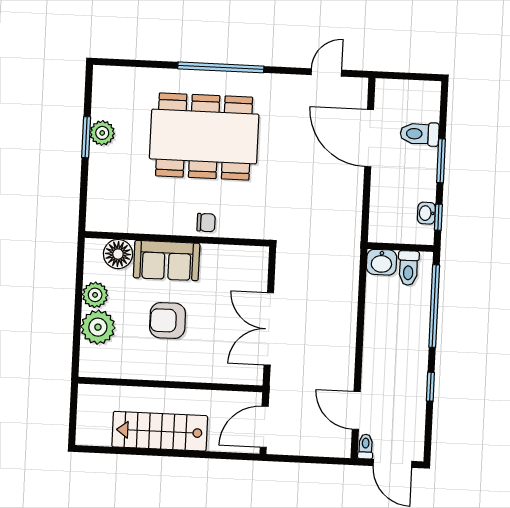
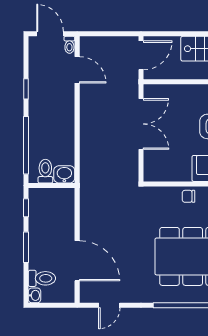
toilet: (420, 134) -> (42, 278), moved
washbasin: (426, 213) -> (35, 295), moved

